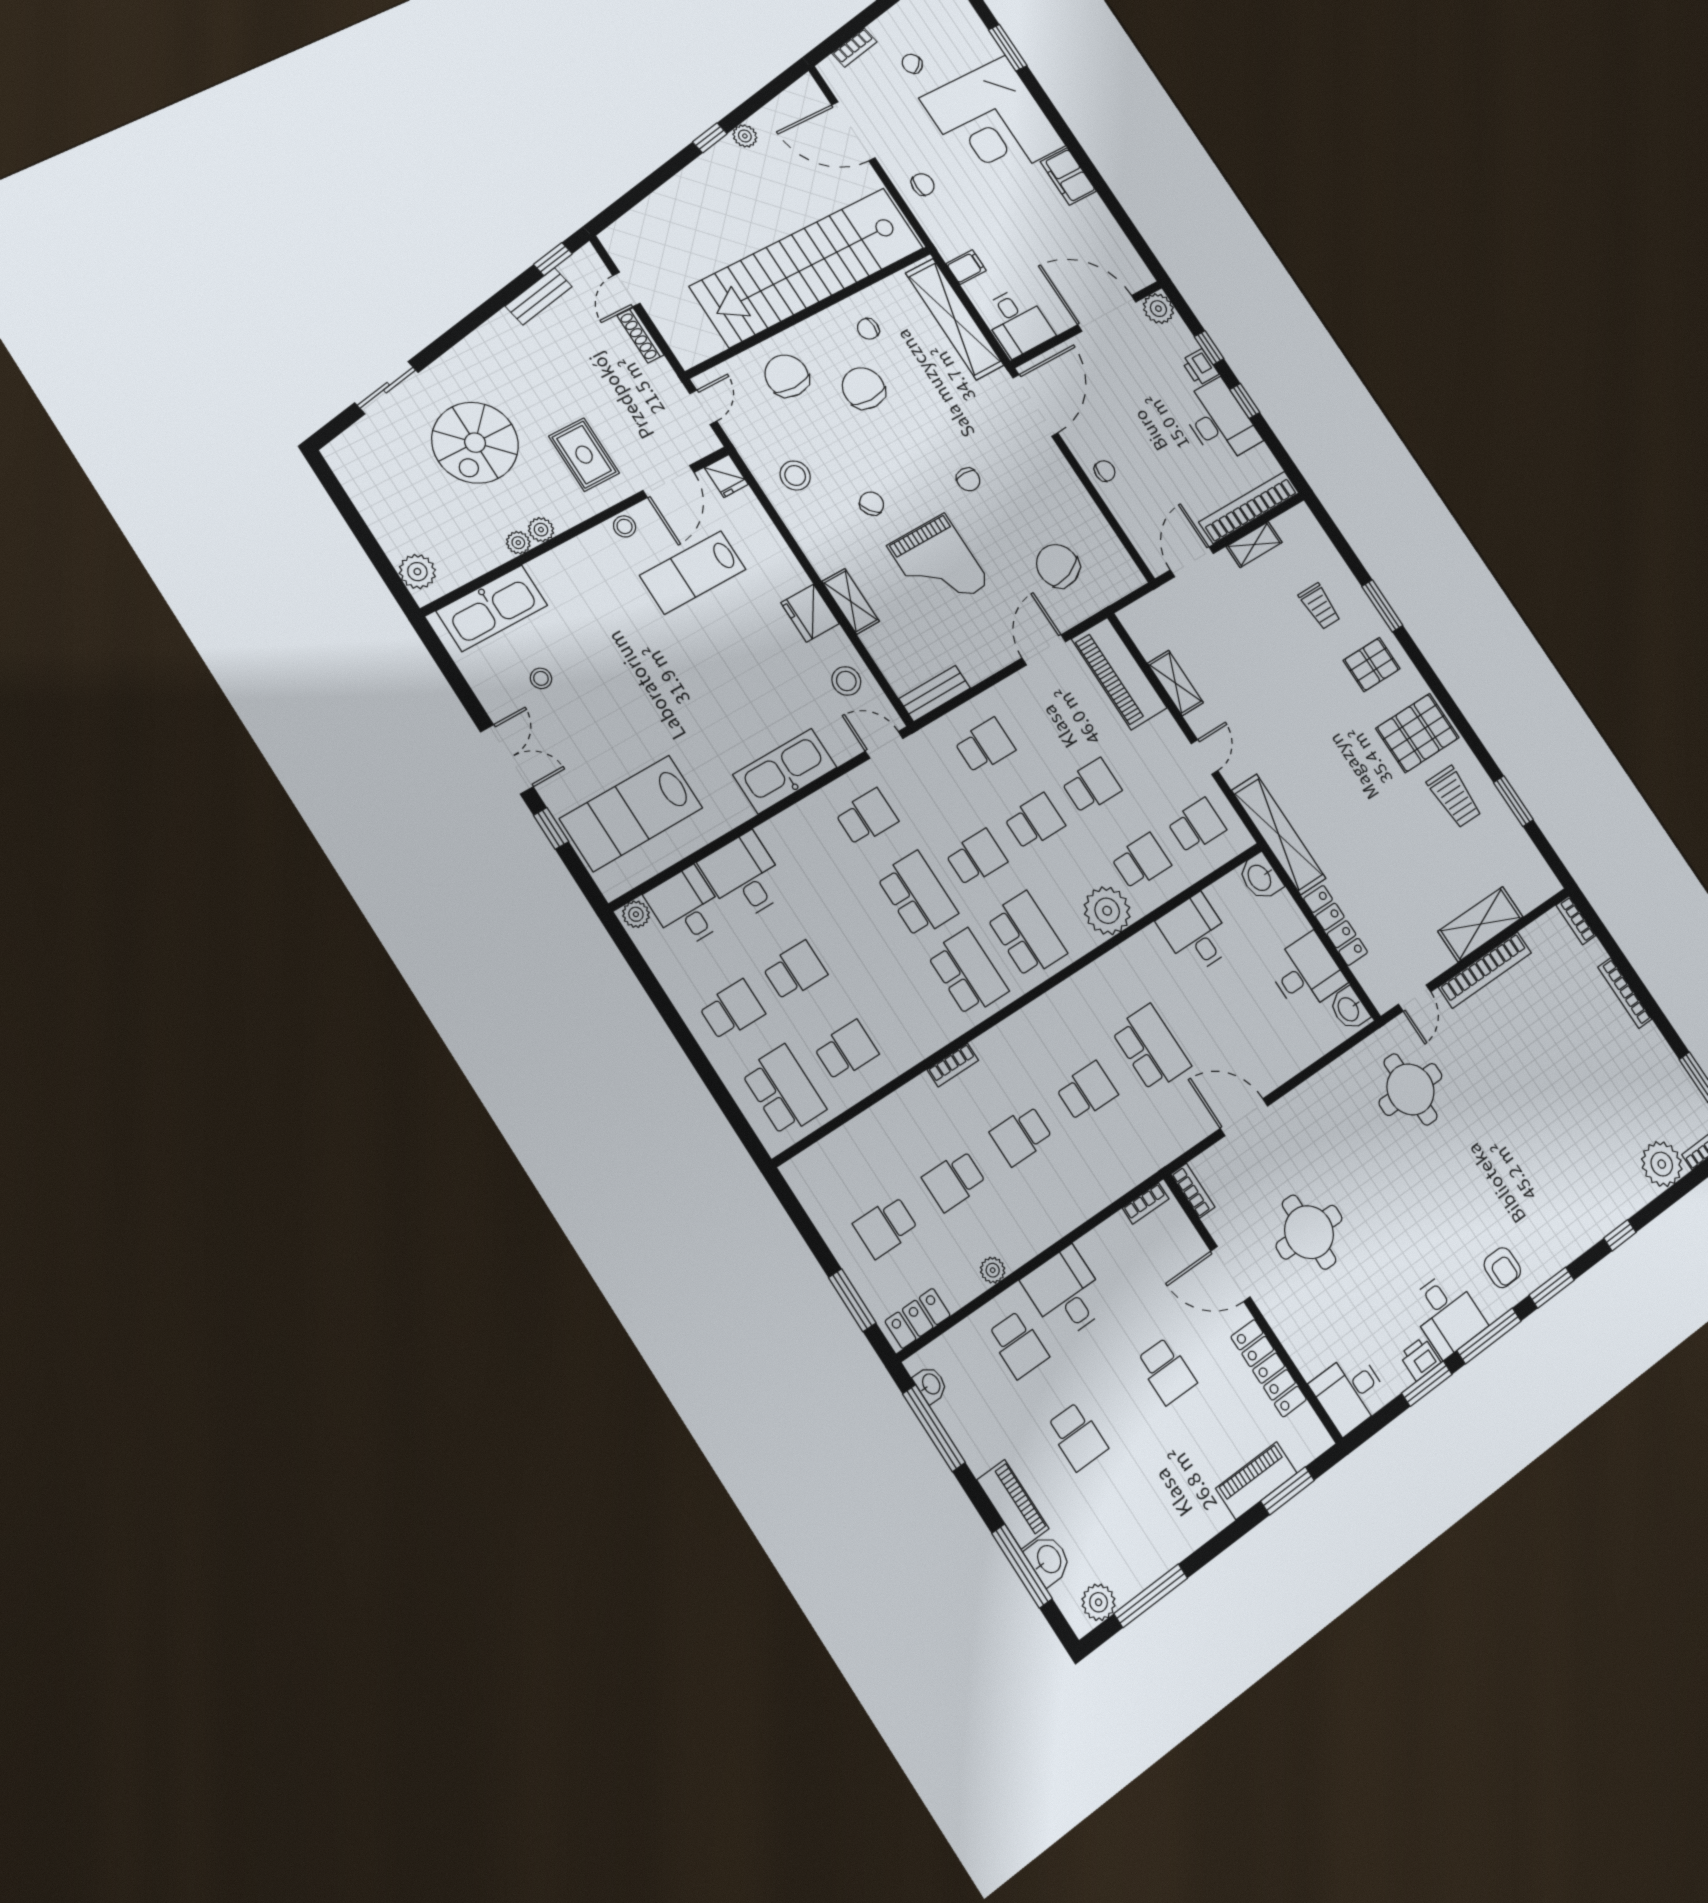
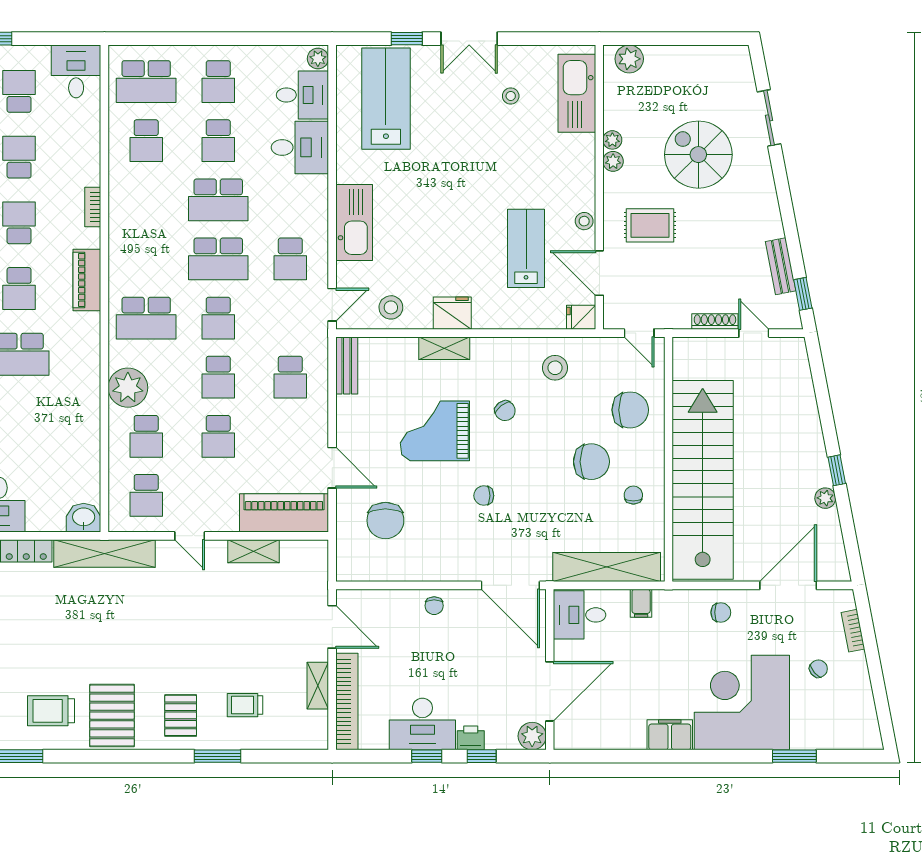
chair: (923, 184) -> (721, 612), turned -90
chair: (1058, 566) -> (385, 520), turned 109
desk: (1196, 934) -> (76, 71), moved, turned -90
school desk: (968, 973) -> (218, 200), moved
piano: (1031, 1023) -> (87, 280), added

